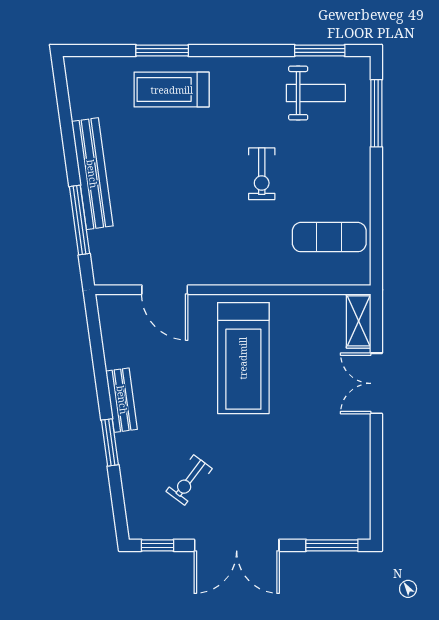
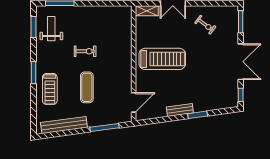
window: (162, 51) -> (34, 73), moved
bench: (92, 174) -> (64, 125), moved
exercise mat: (329, 237) -> (87, 87), moved
door: (165, 290) -> (134, 102), moved
exercise bike: (189, 480) -> (205, 25), moved

